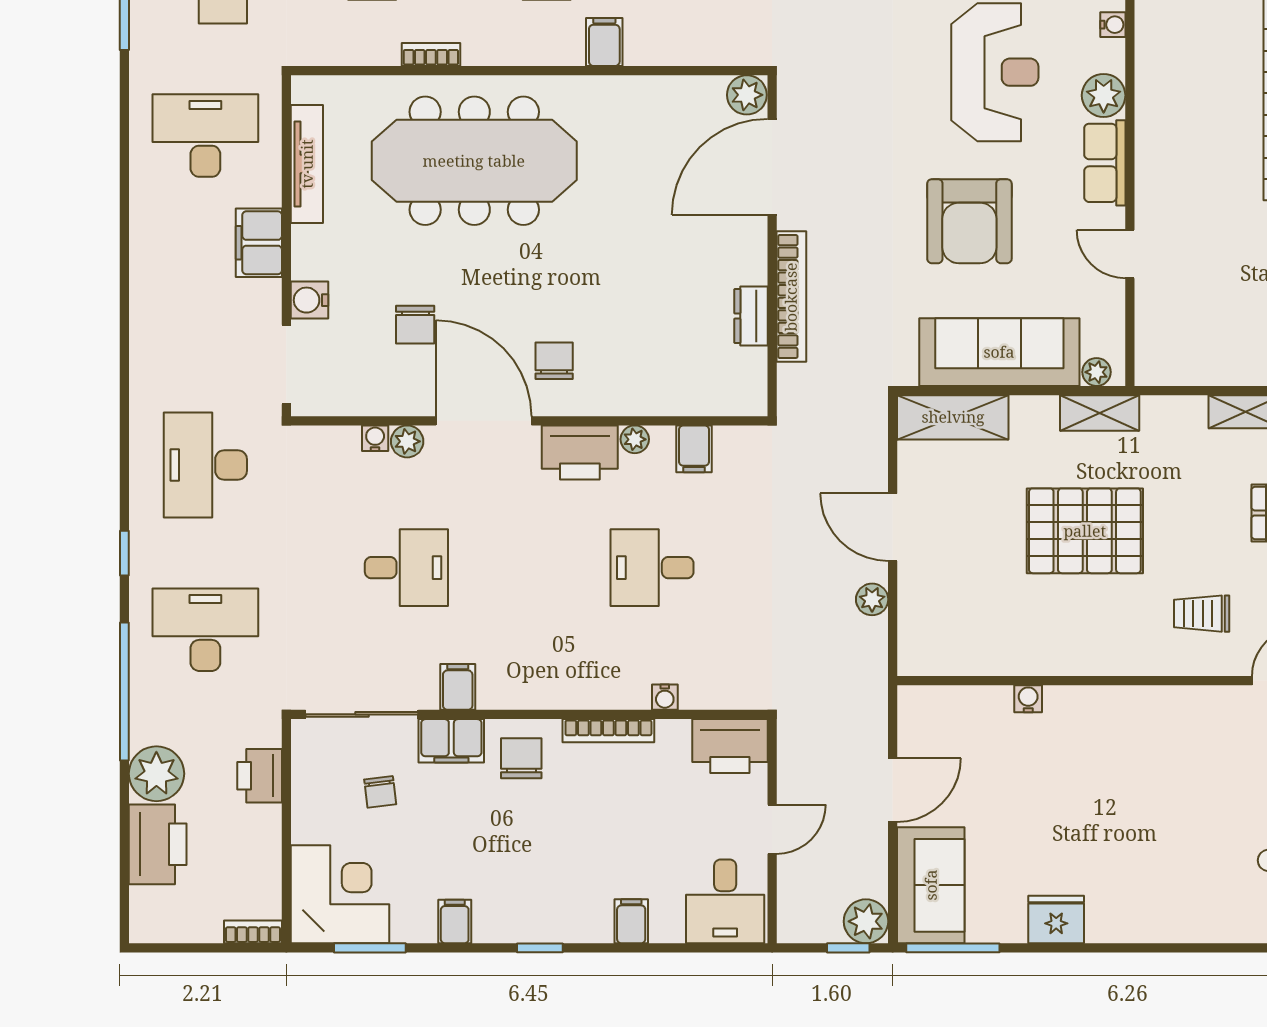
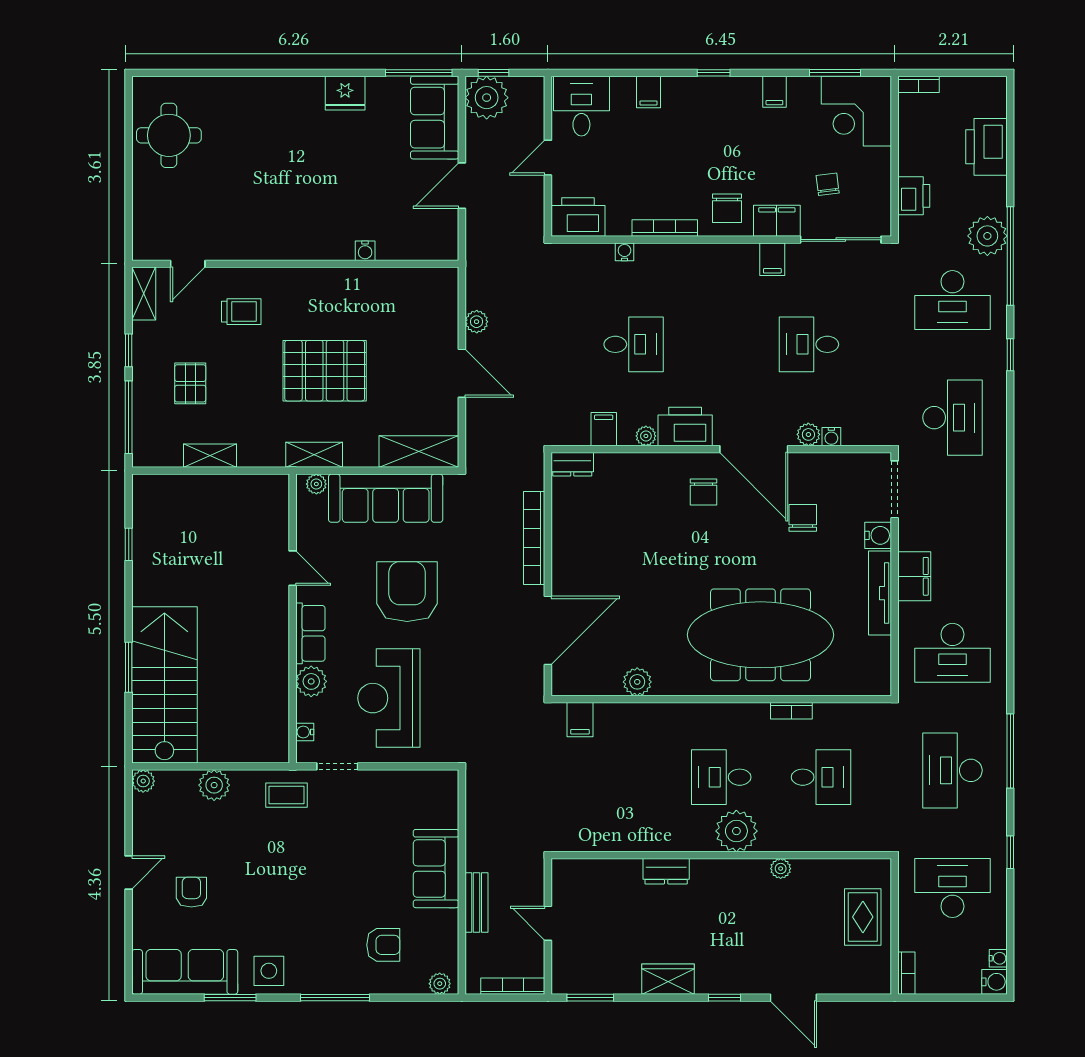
filing cabinet: (604, 42) -> (580, 720), moved
plant: (747, 95) -> (637, 682), moved
tv unit: (307, 164) -> (880, 593), moved
dresser: (751, 316) -> (572, 464), moved, turned 90
plant: (156, 774) -> (987, 236), moved
plant: (866, 921) -> (487, 98), width x1.36, depth x1.36

